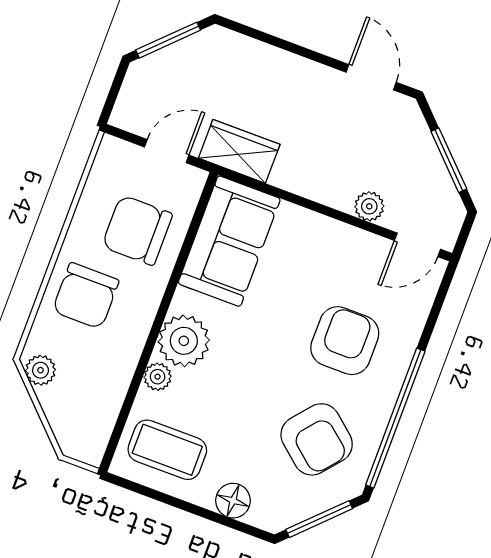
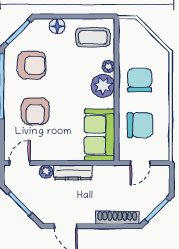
shoe rack: (257, 55) -> (117, 218), added
wardrobe: (239, 151) -> (110, 174), removed
dresser: (314, 184) -> (73, 172), added
chair: (86, 296) -> (140, 80), moved
plant: (41, 370) -> (159, 51), removed
armchair: (317, 439) -> (32, 65), turned 140

